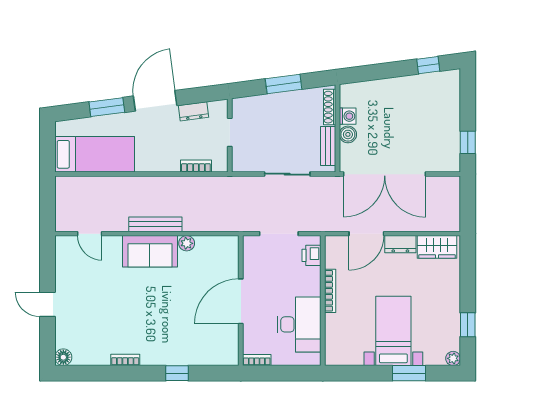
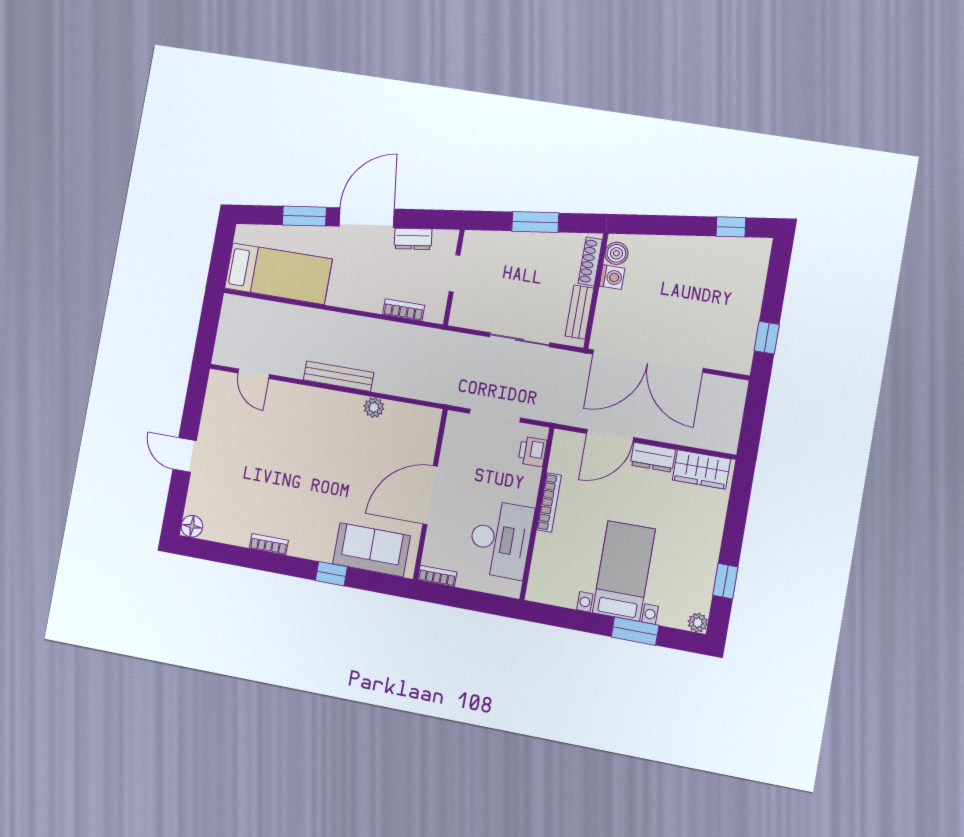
boiler: (348, 134) -> (616, 253), moved
sofa: (150, 251) -> (371, 550), moved, turned 180

